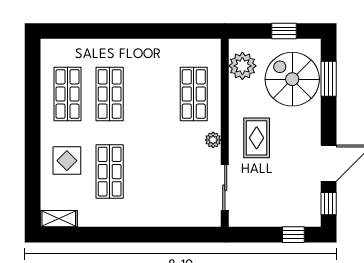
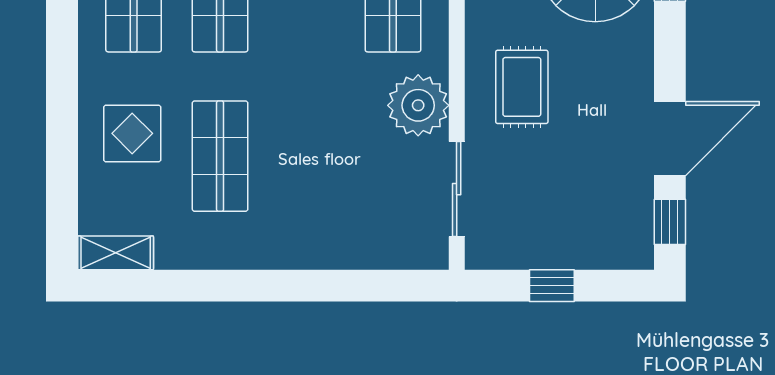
plant: (213, 140) -> (418, 105), width x1.87, depth x1.87
window: (293, 235) -> (552, 286), moved

